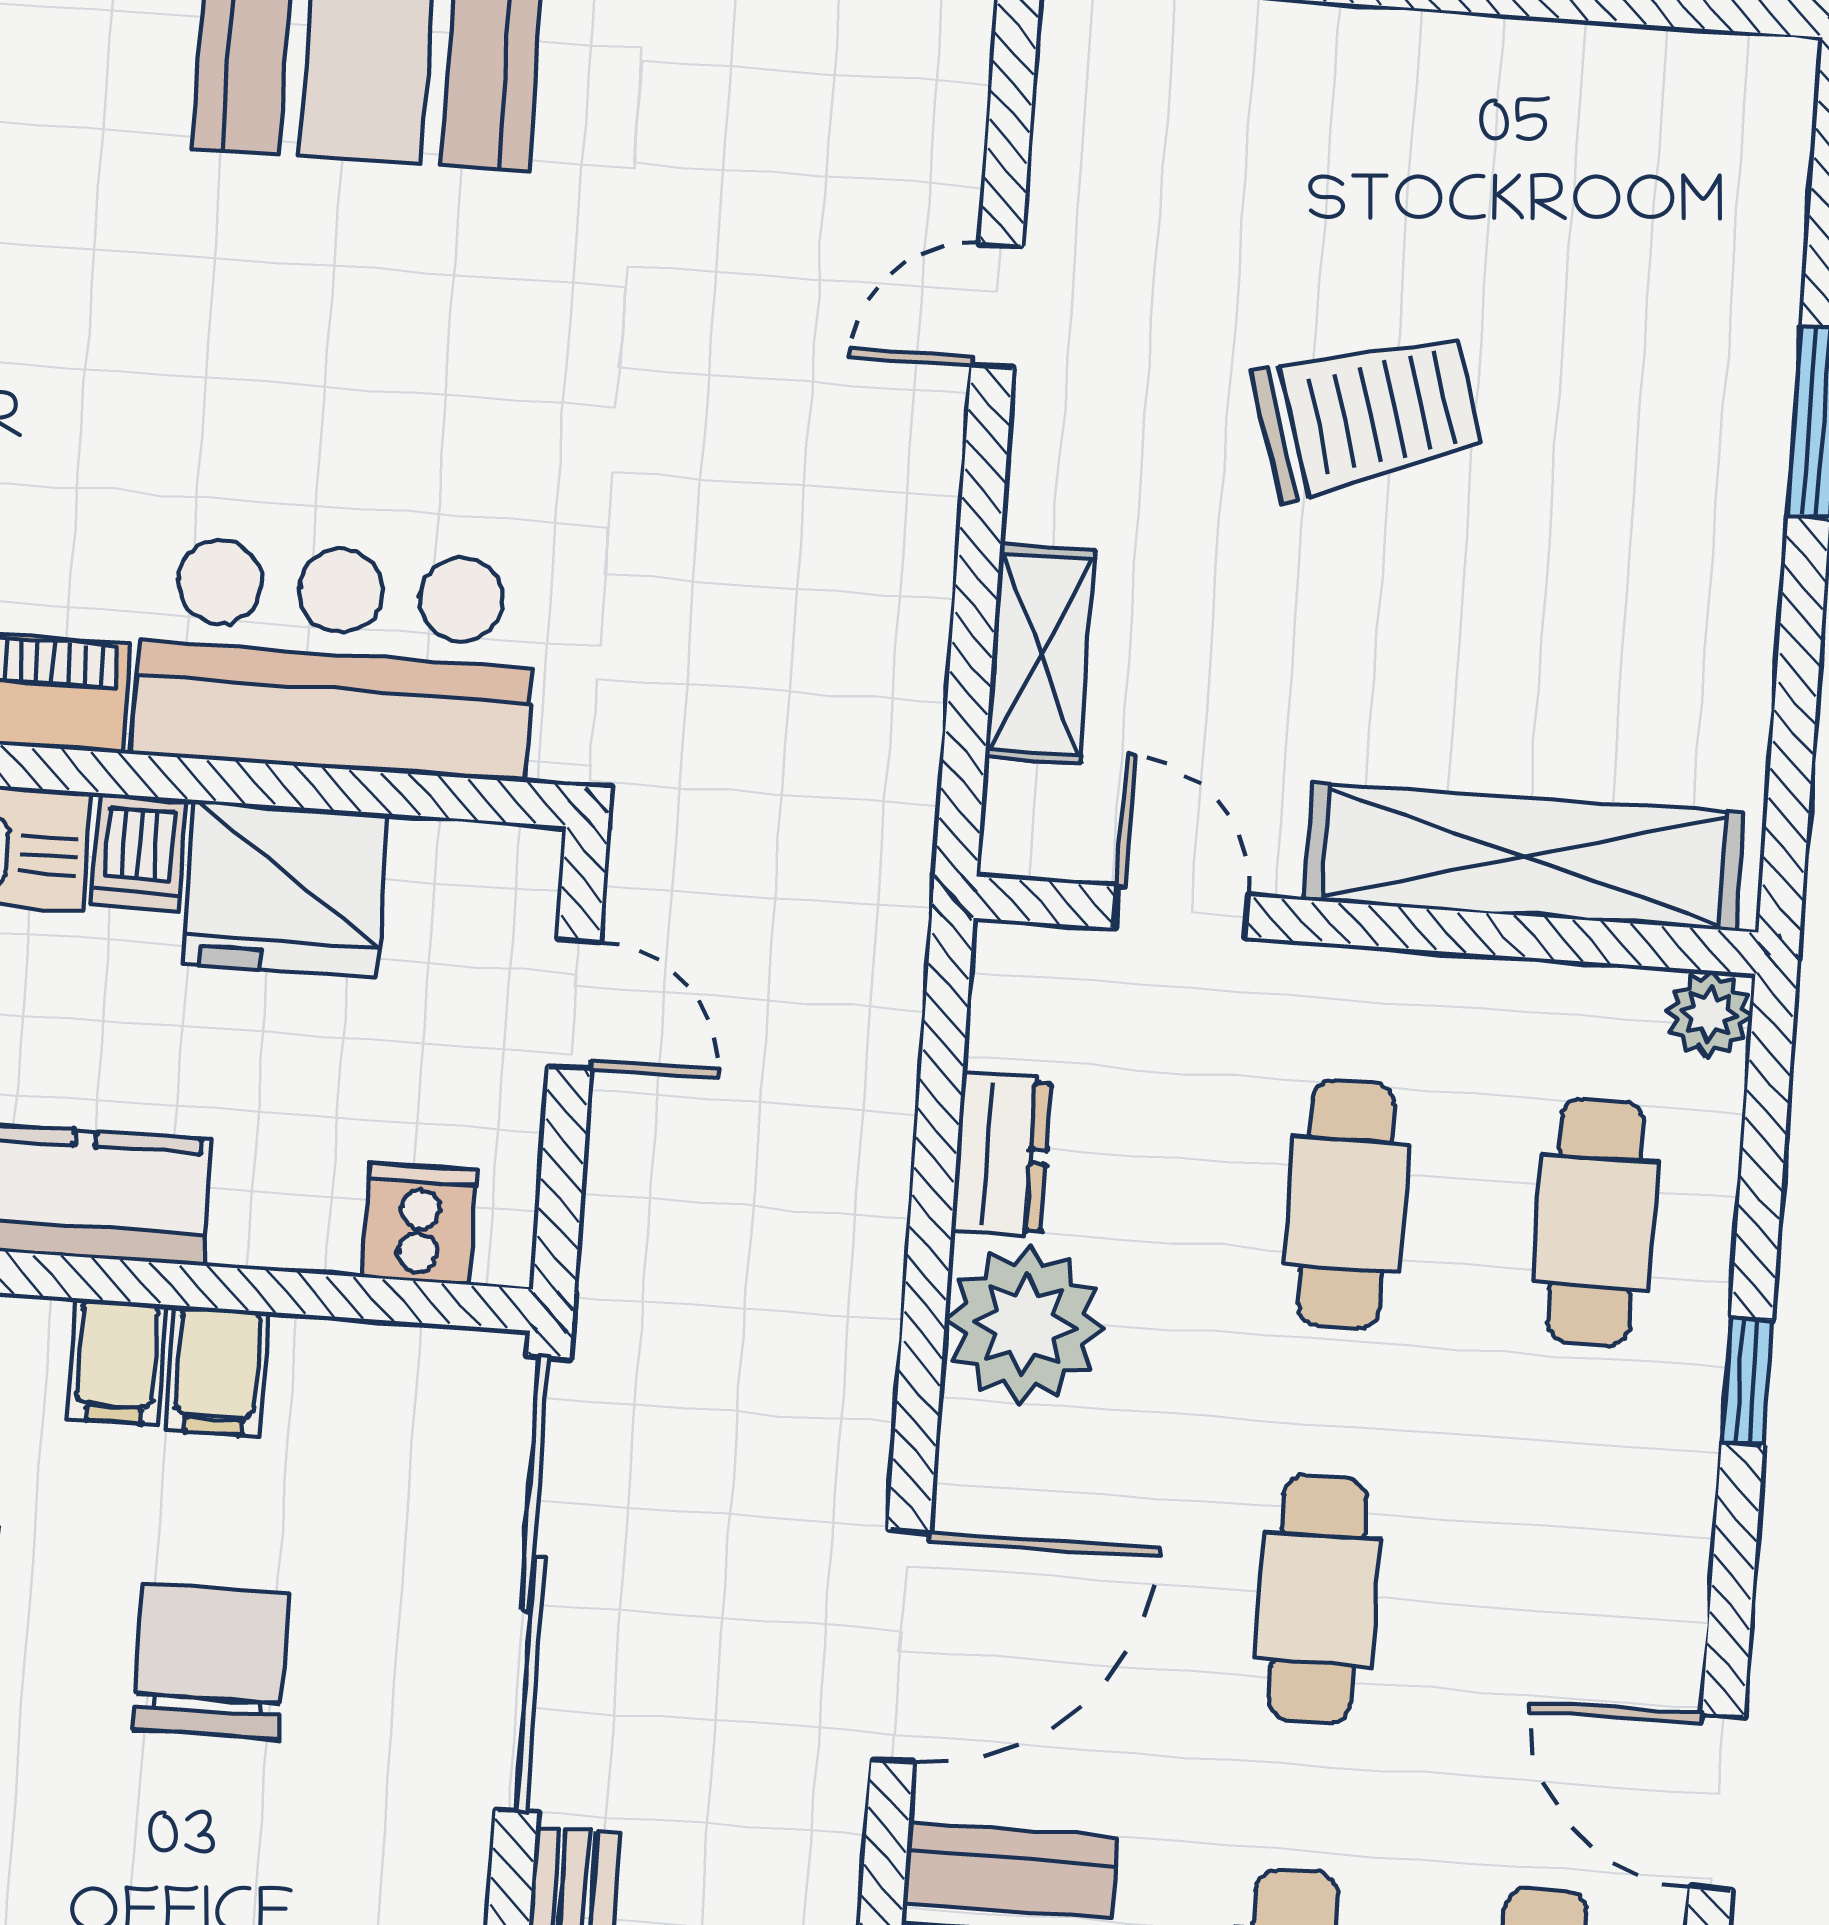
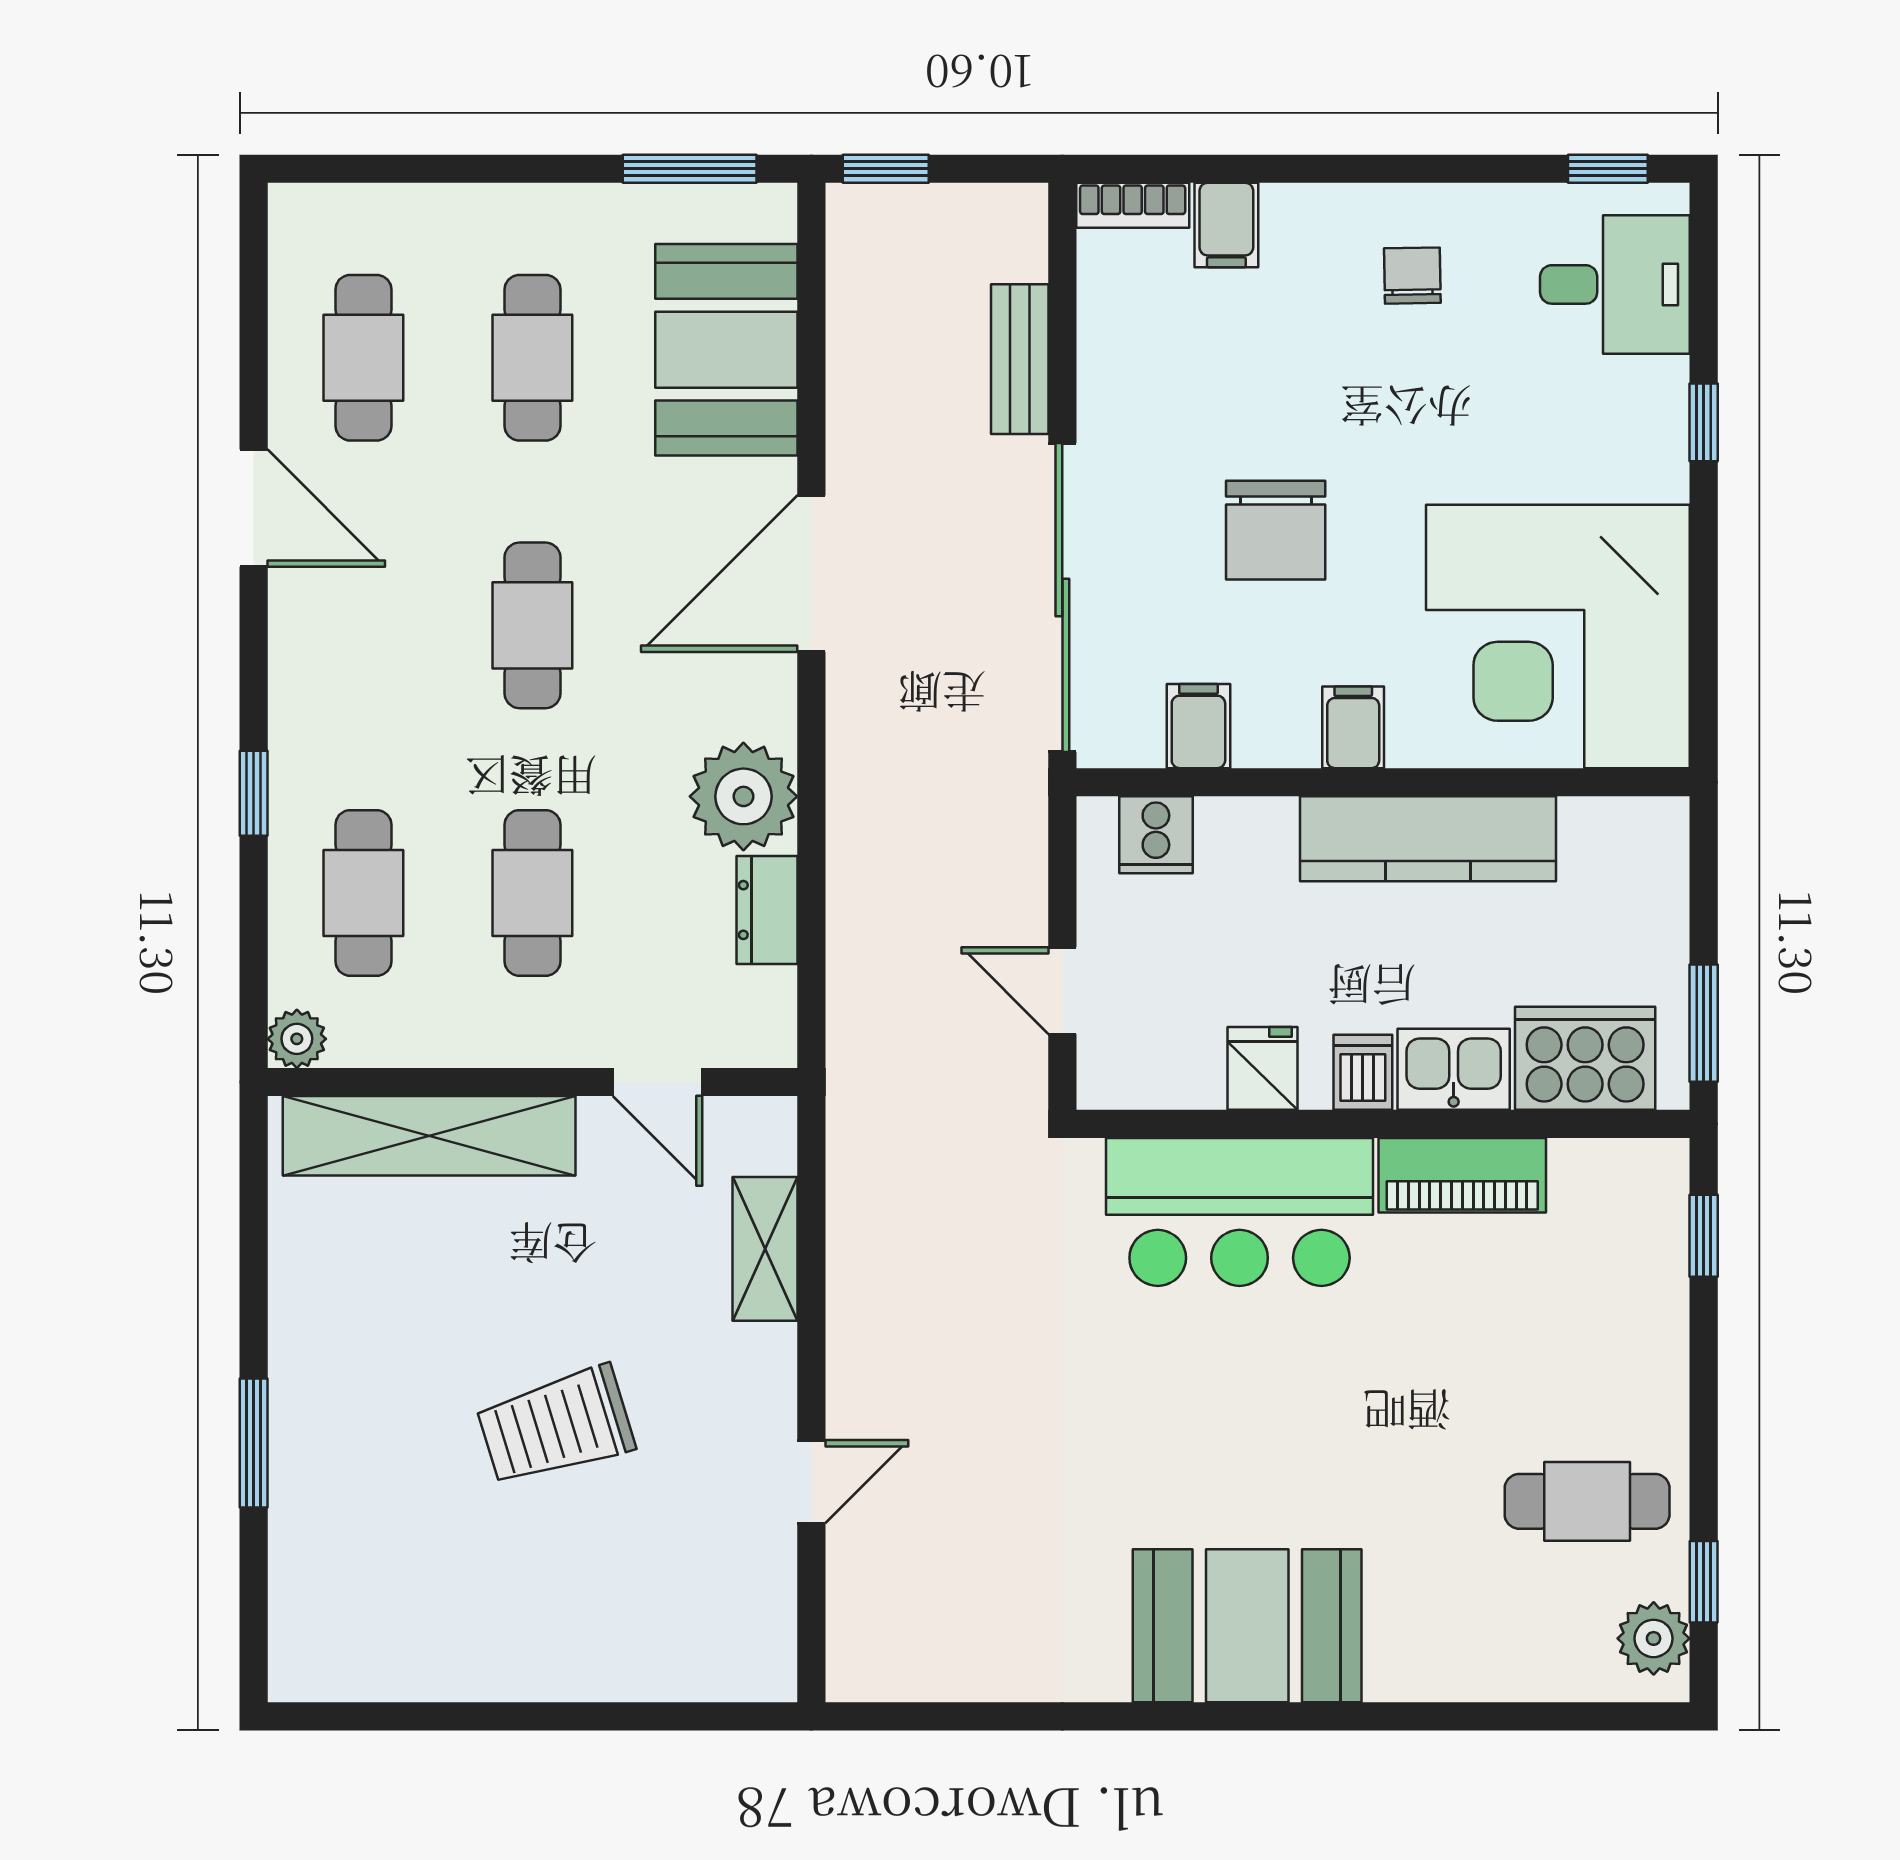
fridge: (285, 889) -> (1262, 1068), width x0.53, depth x0.75
filing cabinet: (217, 1371) -> (1198, 726), moved

